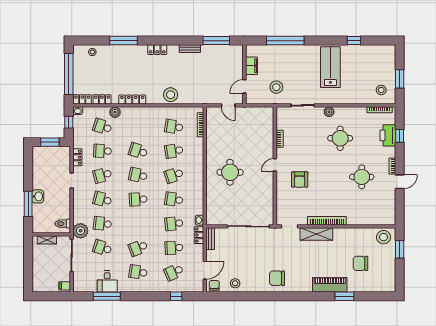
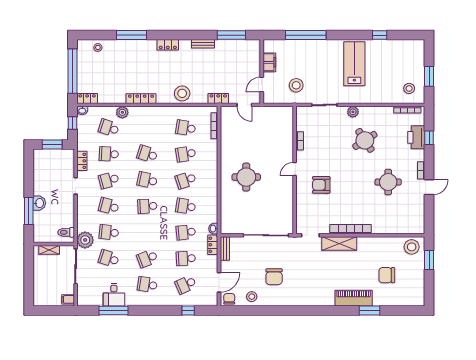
locker: (102, 99) -> (218, 98), moved
round table: (340, 138) -> (365, 140), turned -33
armchair: (300, 180) -> (321, 185), turned 90
chair: (277, 278) -> (274, 277), moved, turned -90

